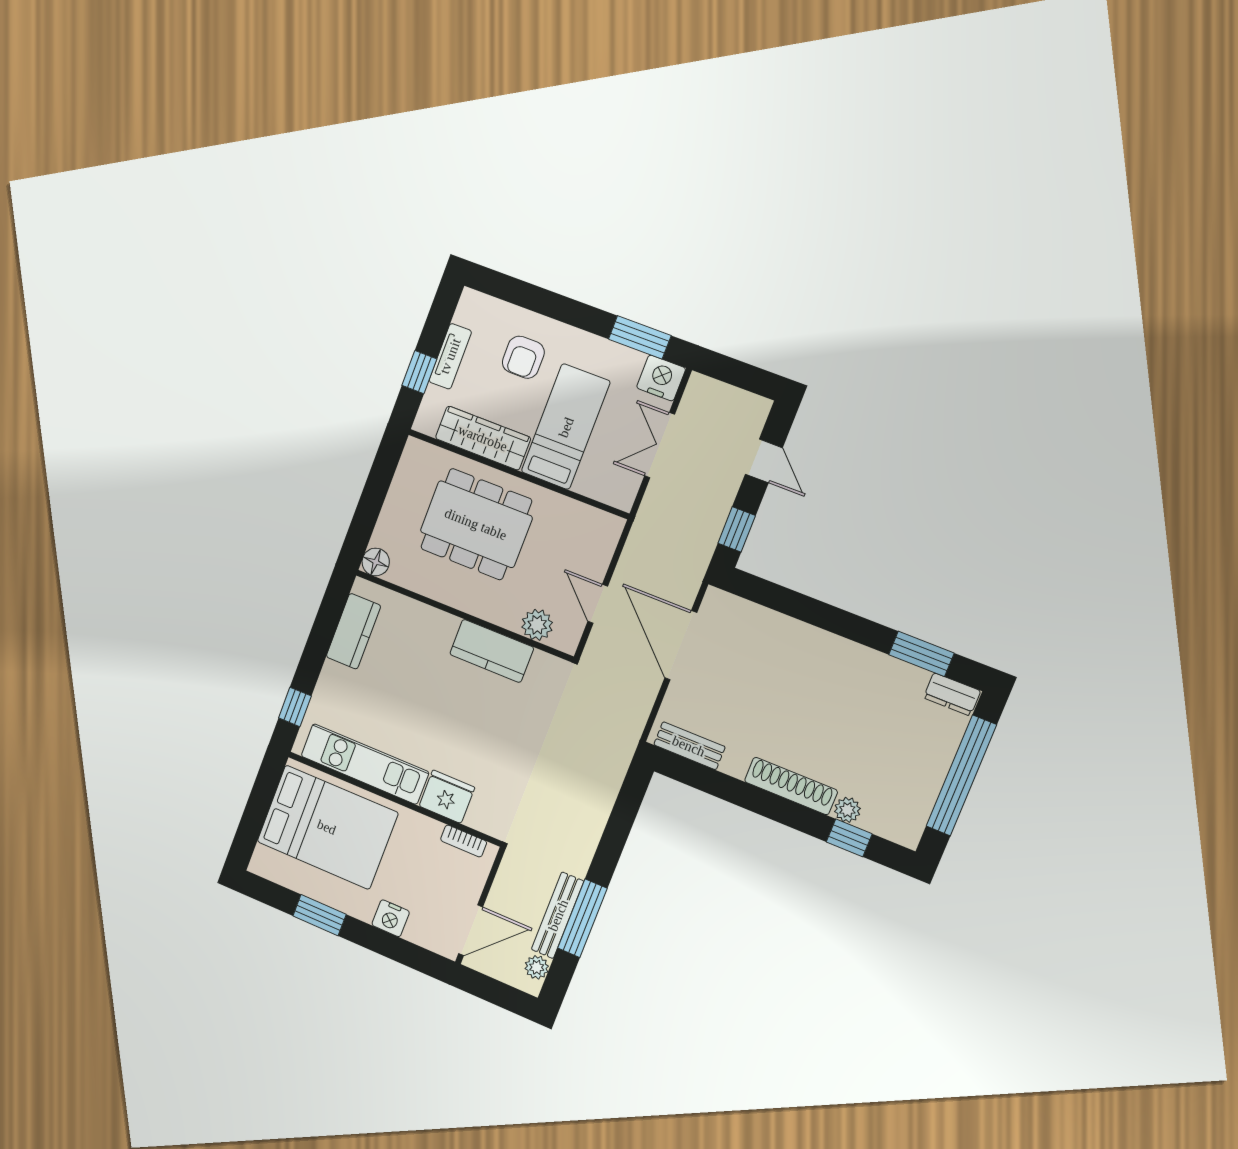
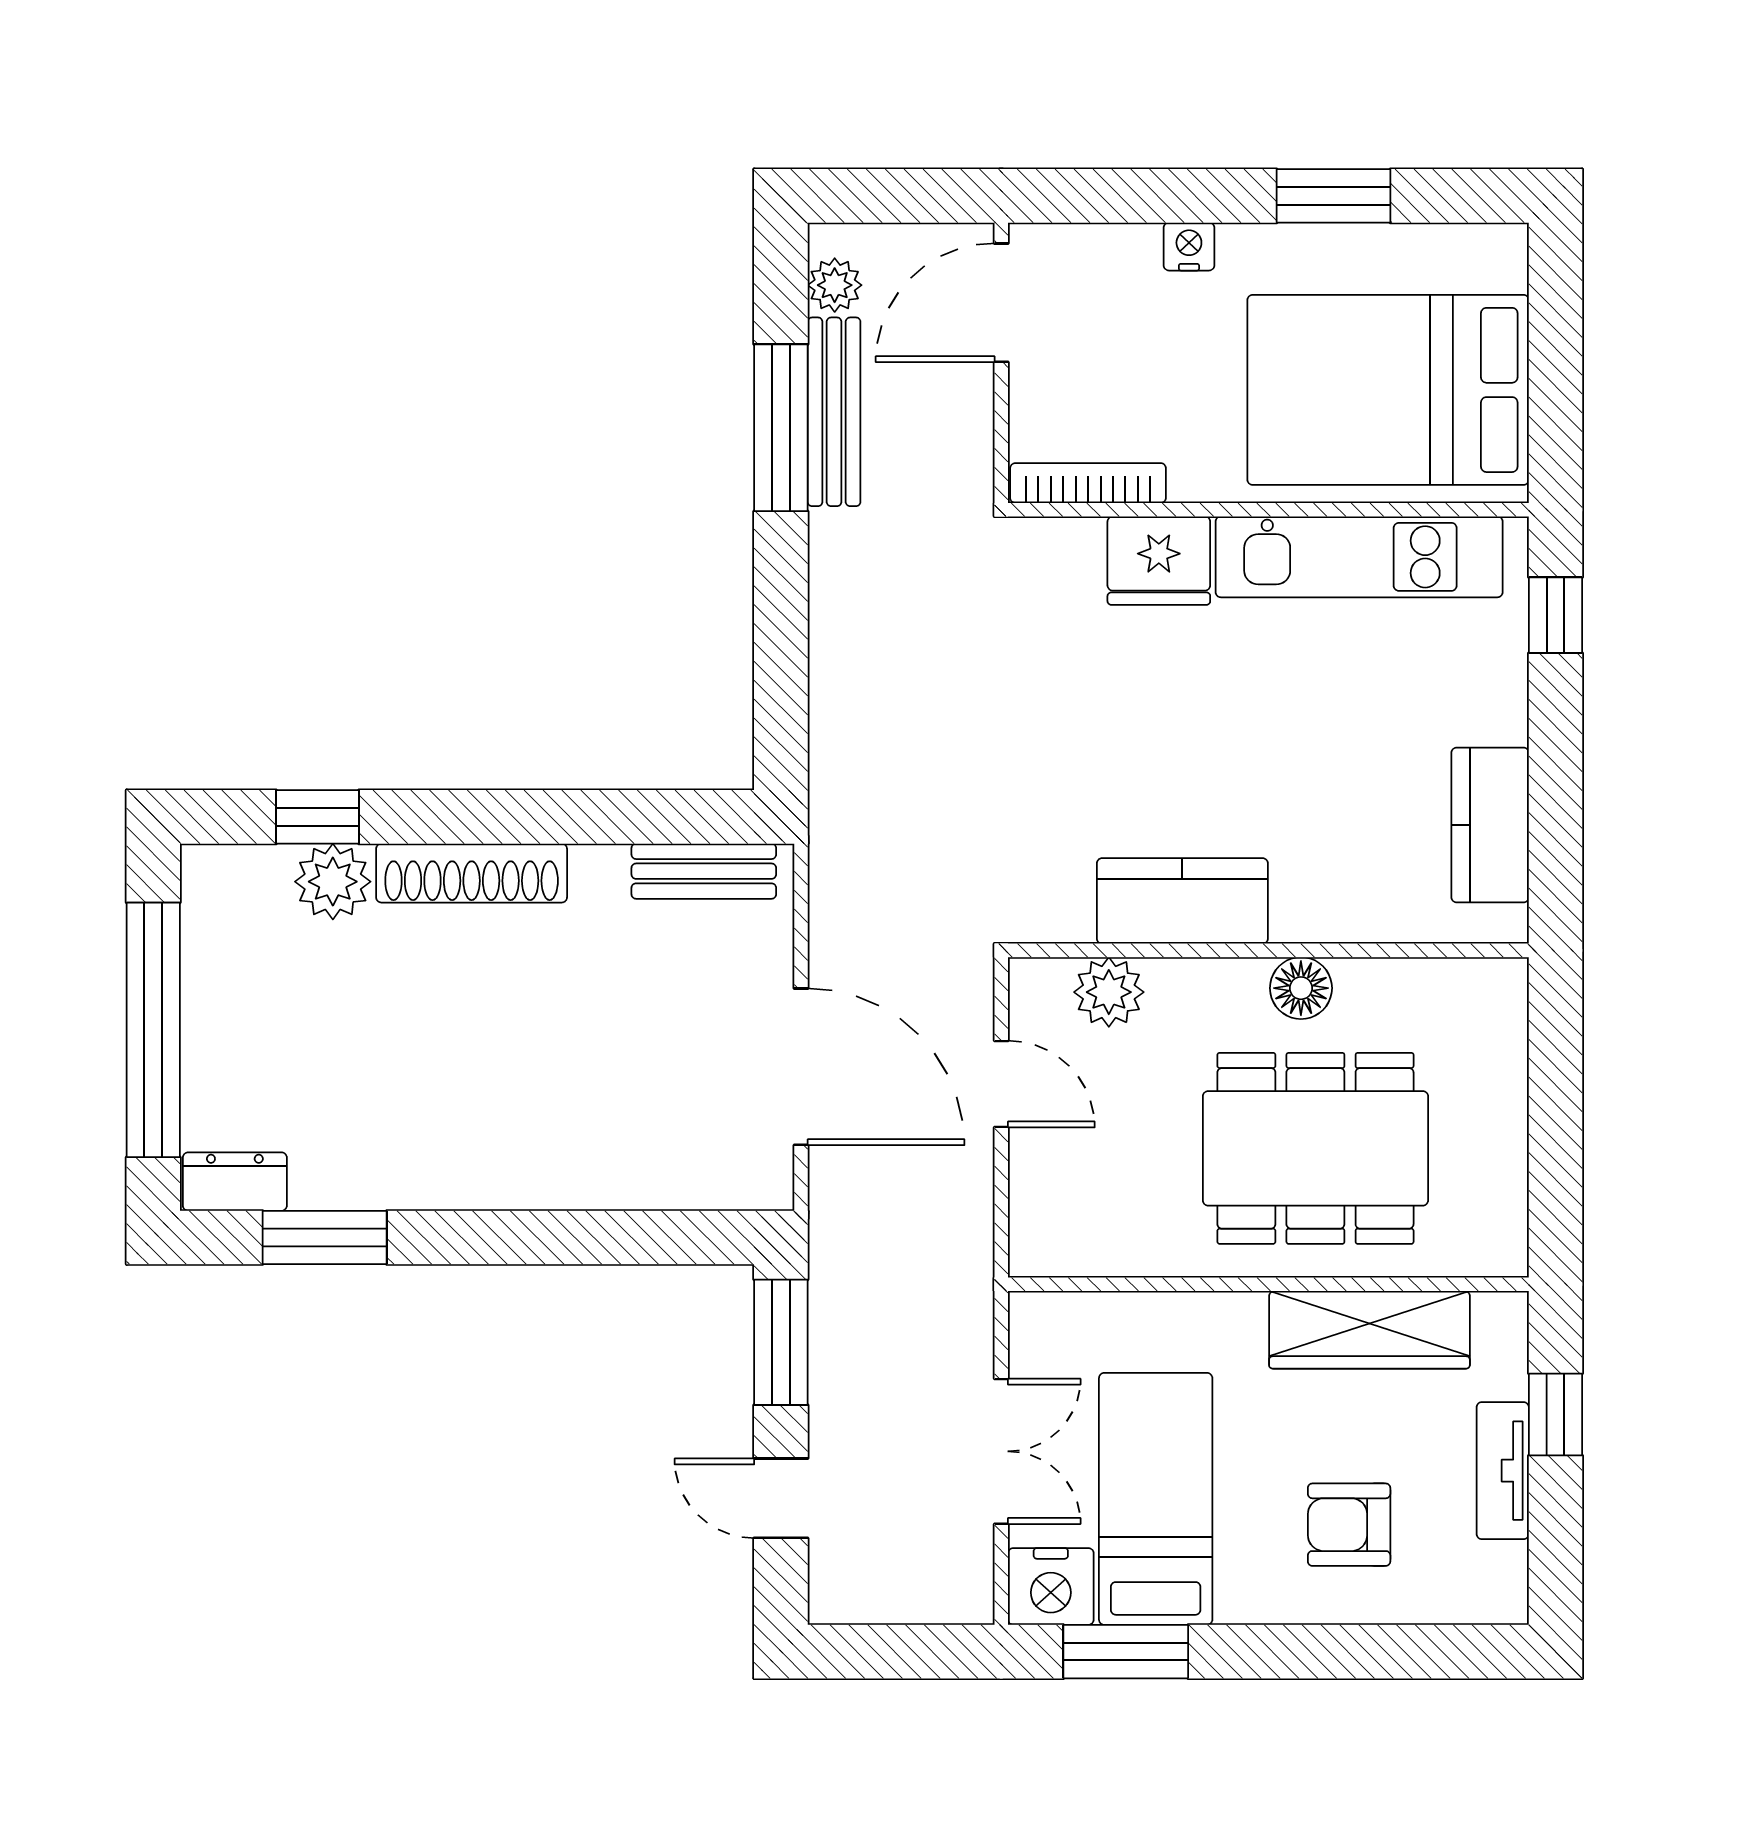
armchair: (523, 357) -> (1349, 1525), turned -90
bed: (566, 427) -> (1156, 1499), moved, turned 180
window: (737, 529) -> (781, 1342), width x1.50
floor lamp: (376, 562) -> (1301, 988), moved
plant: (847, 810) -> (333, 882), width x1.38, depth x1.38
bookcase: (464, 841) -> (1088, 483), width x1.56
nightstand: (391, 918) -> (1189, 247), width x0.72, depth x0.74

